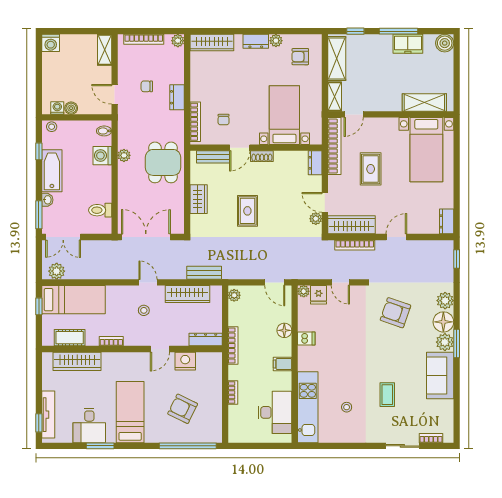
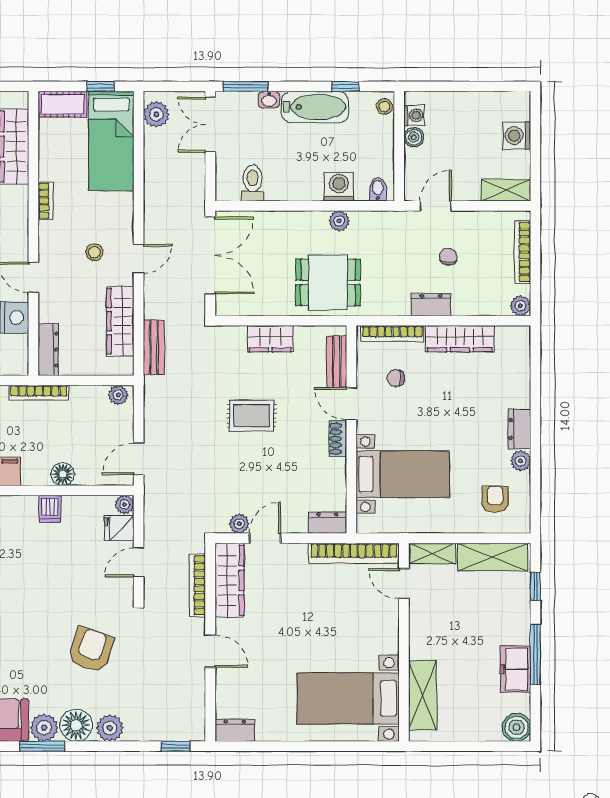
washing machine: (51, 43) -> (517, 136), moved
wardrobe: (212, 43) -> (460, 339), moved, turned -90
rug: (371, 169) -> (318, 610), removed
cot: (70, 338) -> (63, 104), moved, turned 90

